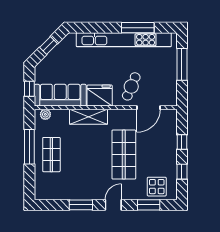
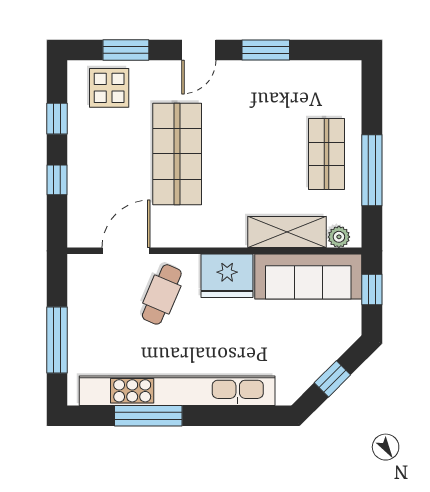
shelving: (89, 117) -> (287, 232), moved

